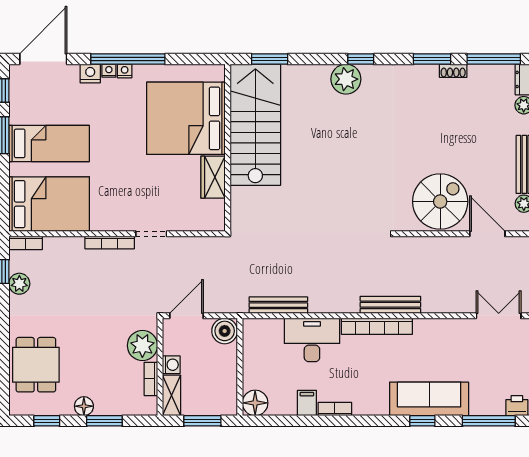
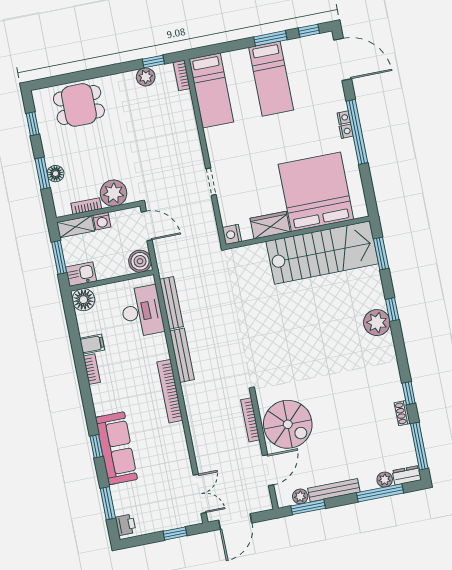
window: (361, 59) -> (392, 310), moved
window: (432, 59) -> (409, 393), width x0.67
nightstand: (90, 73) -> (232, 234), moved, turned 180
bed: (49, 204) -> (211, 91), width x0.67
bookcase: (110, 243) -> (250, 420), moved
bench: (390, 305) -> (182, 355), moved
desk: (312, 340) -> (142, 311), moved
kitchen sink: (226, 400) -> (81, 274), added
floor lamp: (84, 406) -> (56, 174), moved
window: (489, 421) -> (108, 503), width x0.69

